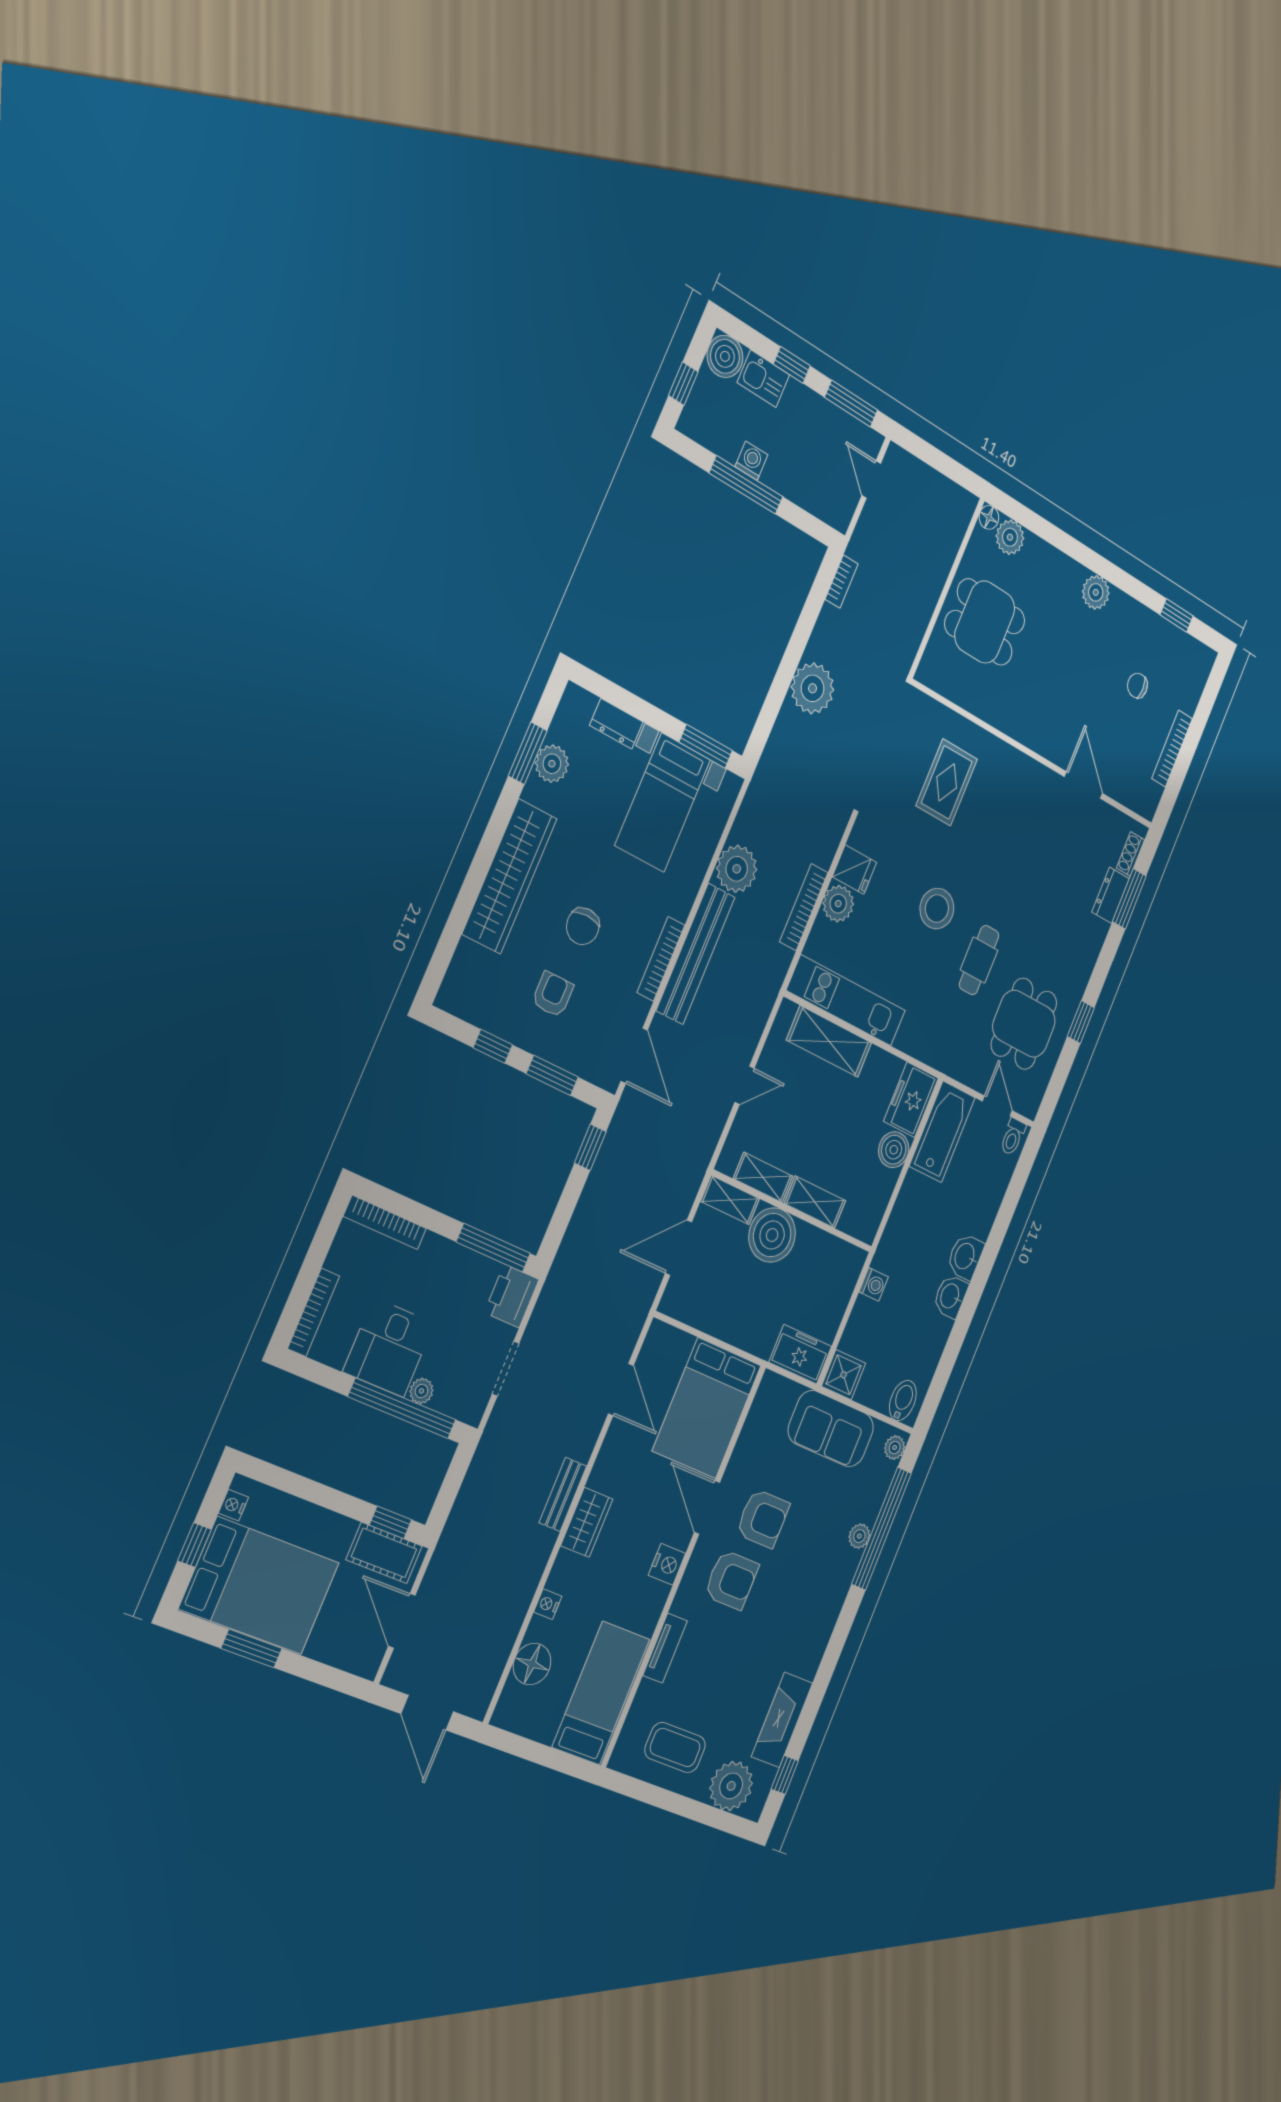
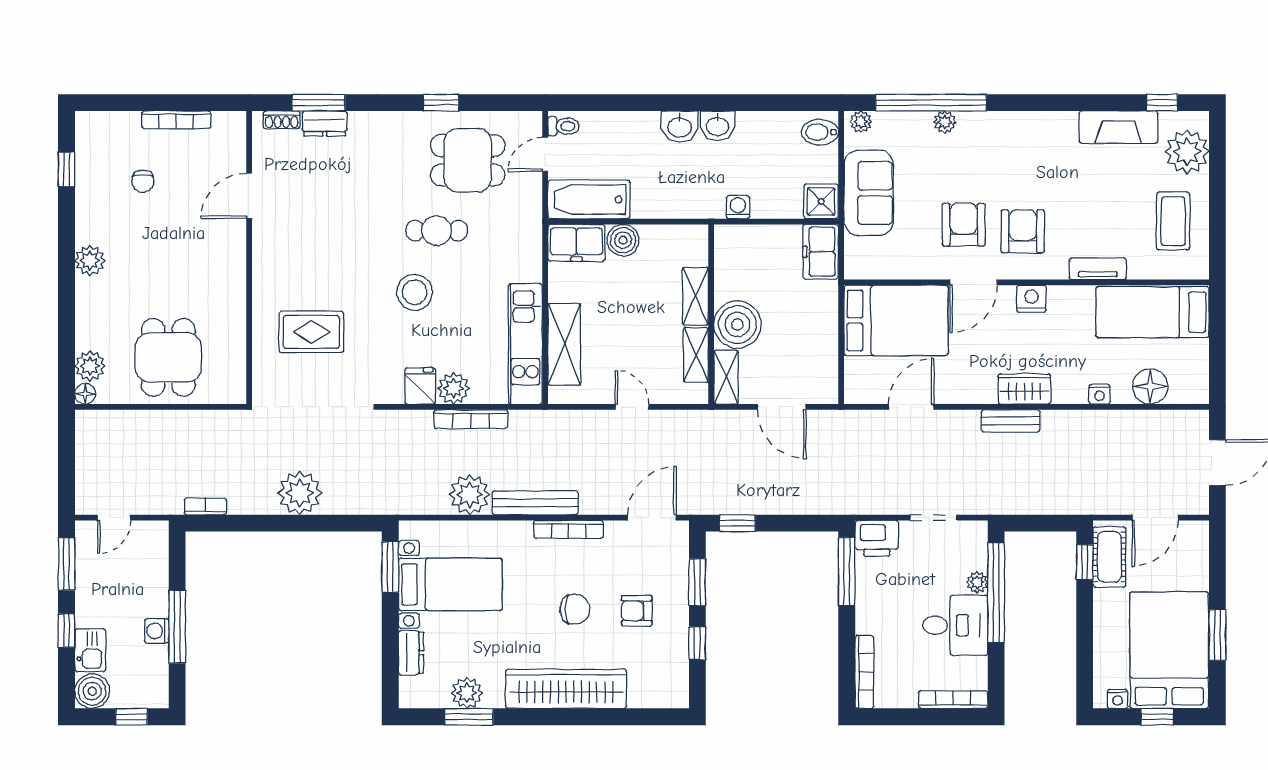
bench: (696, 954) -> (535, 503), width x0.73, depth x0.82

